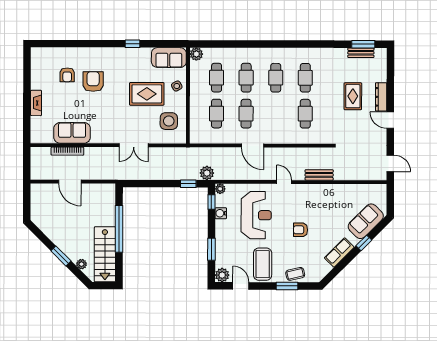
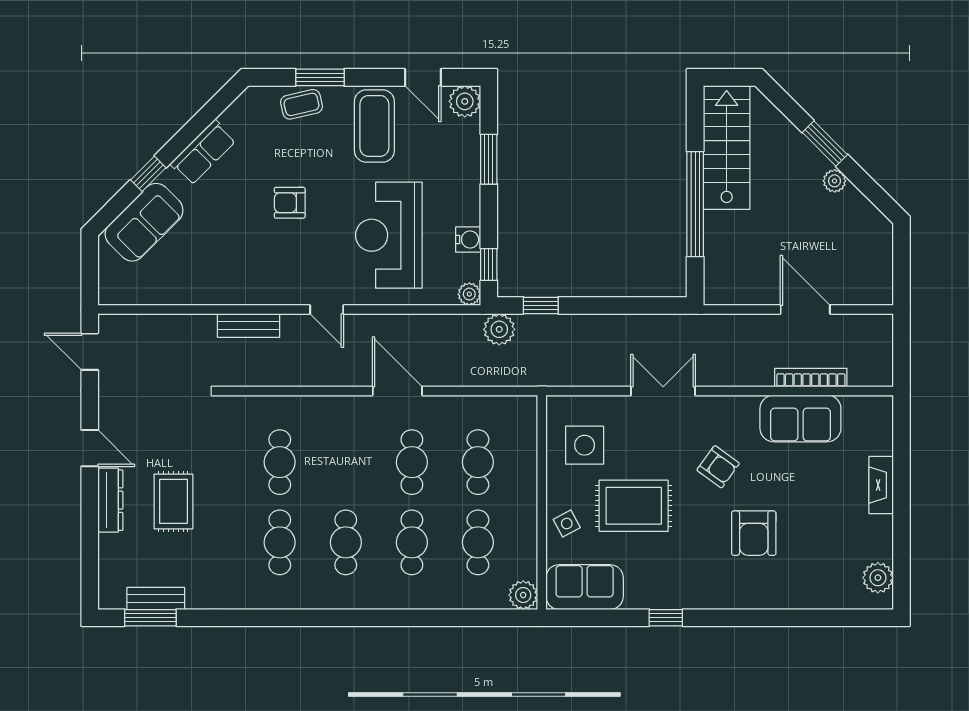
plant: (37, 61) -> (878, 578), added
armchair: (67, 75) -> (718, 467), moved, turned 126
armchair: (301, 230) -> (290, 203), turned 180
plant: (81, 264) -> (835, 181), moved

